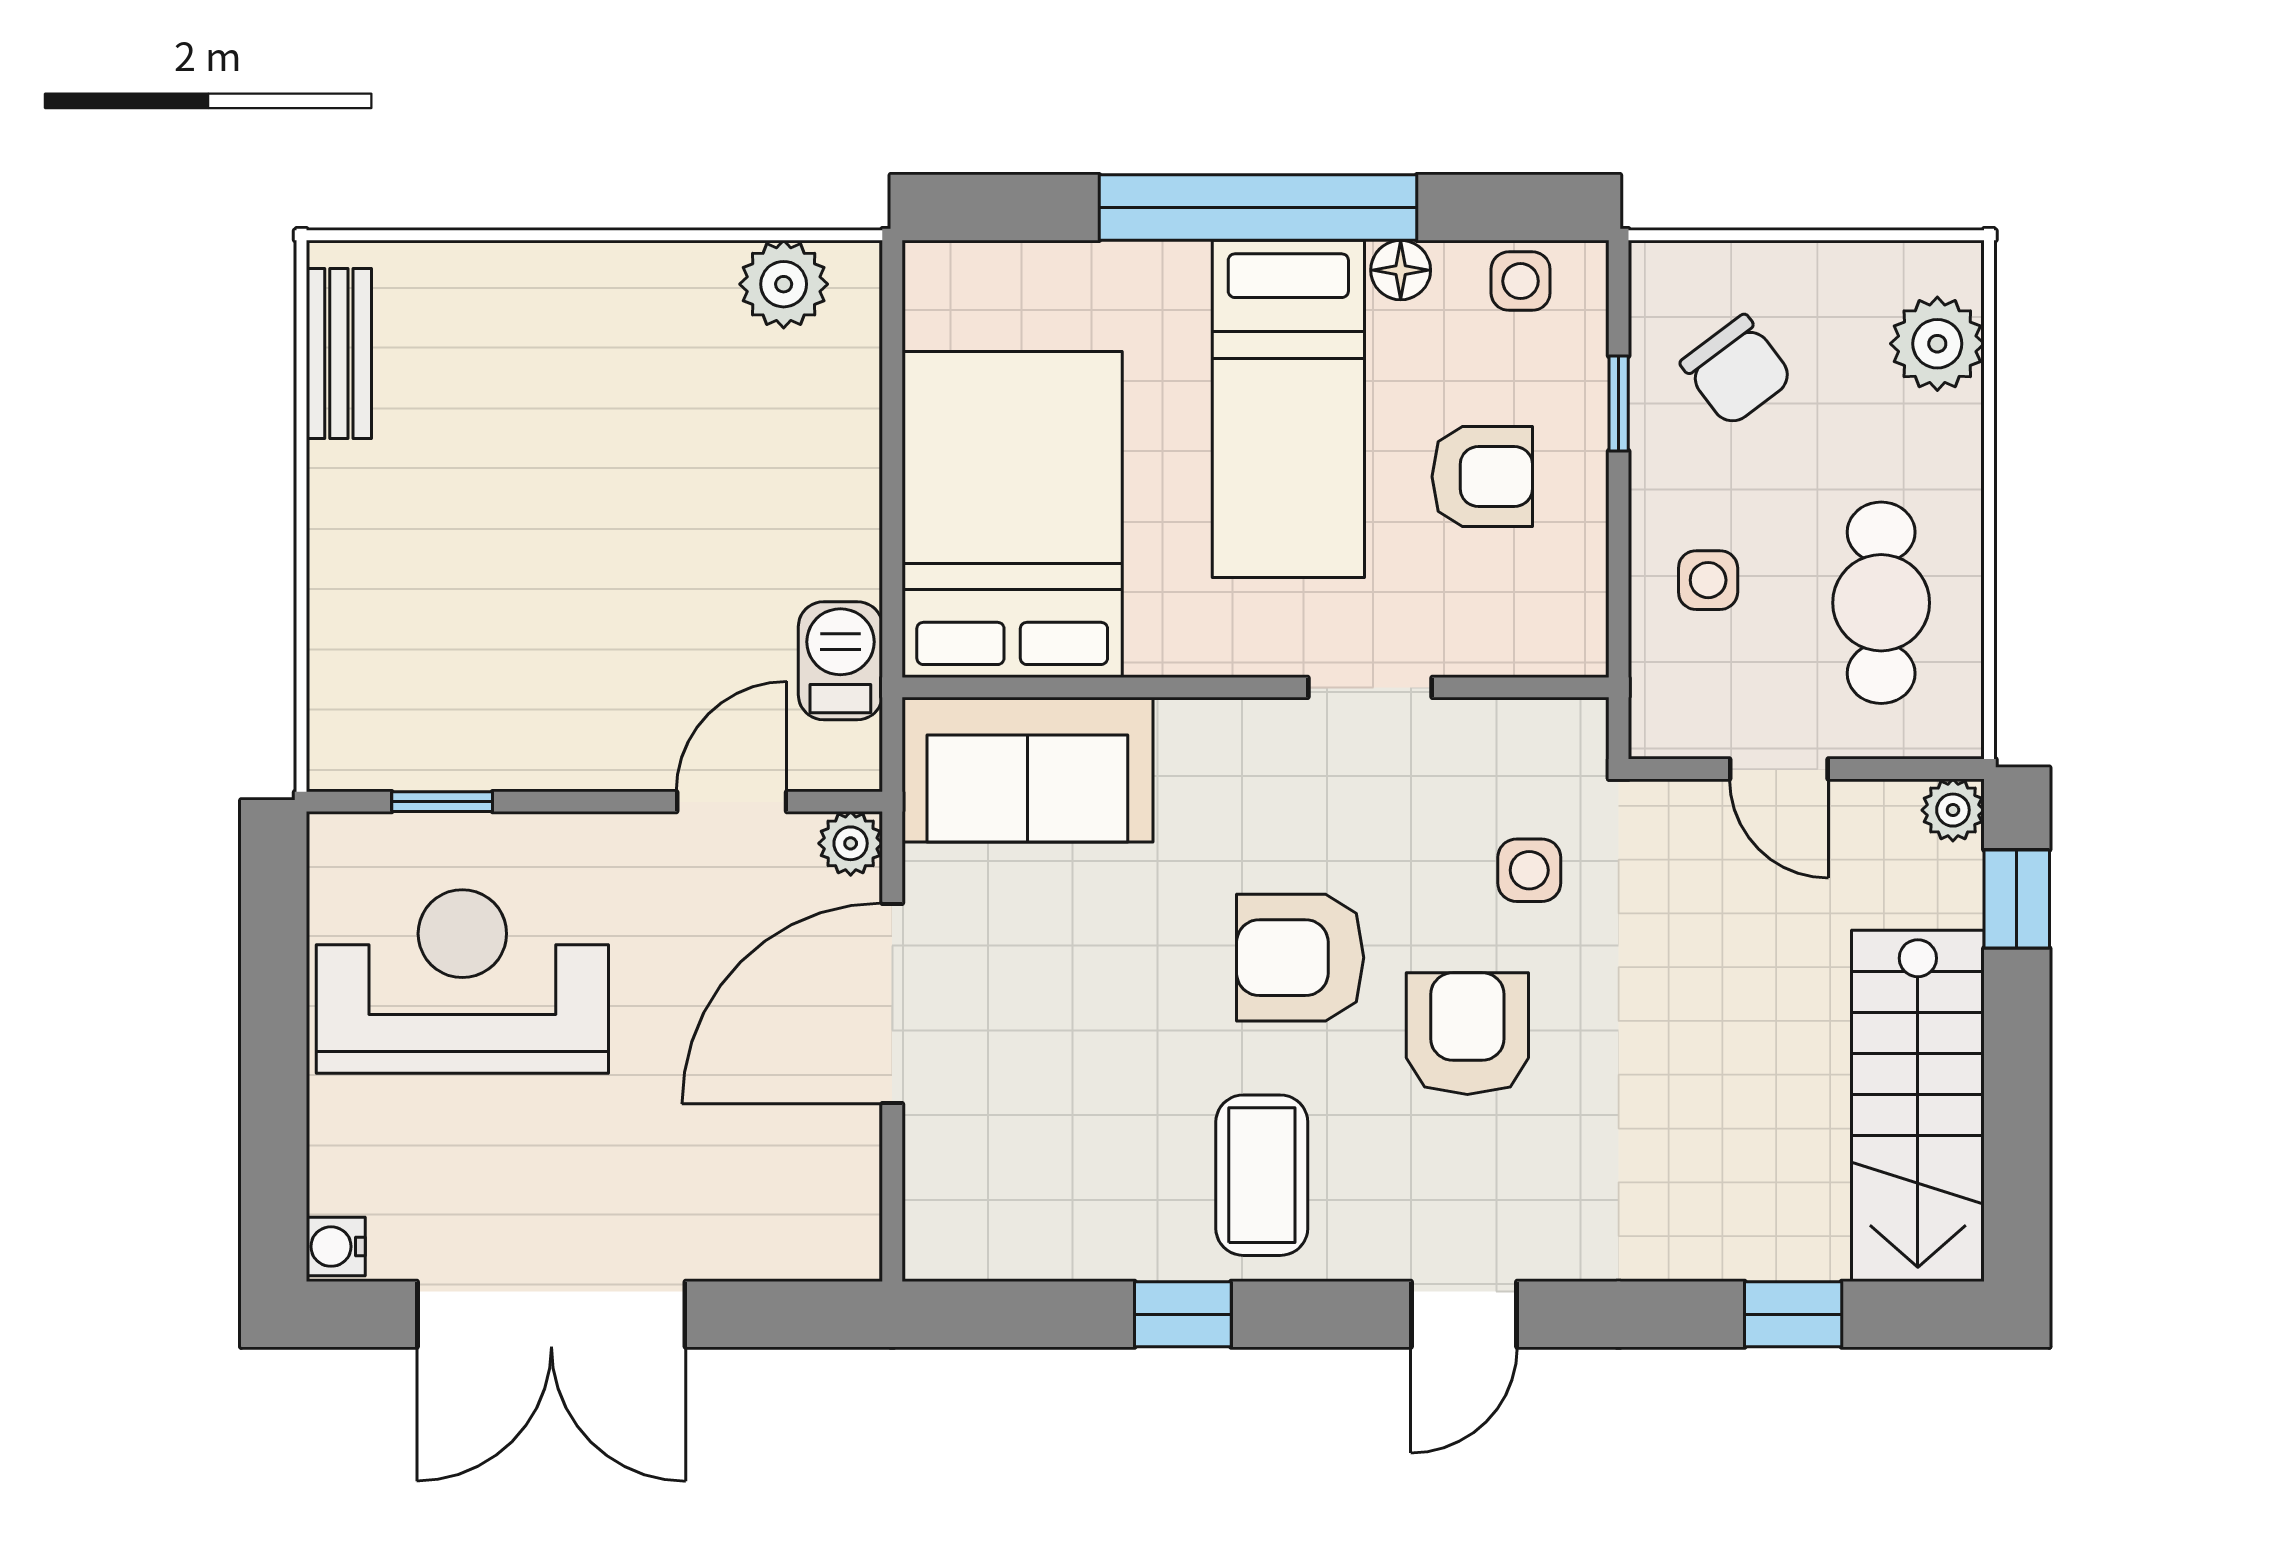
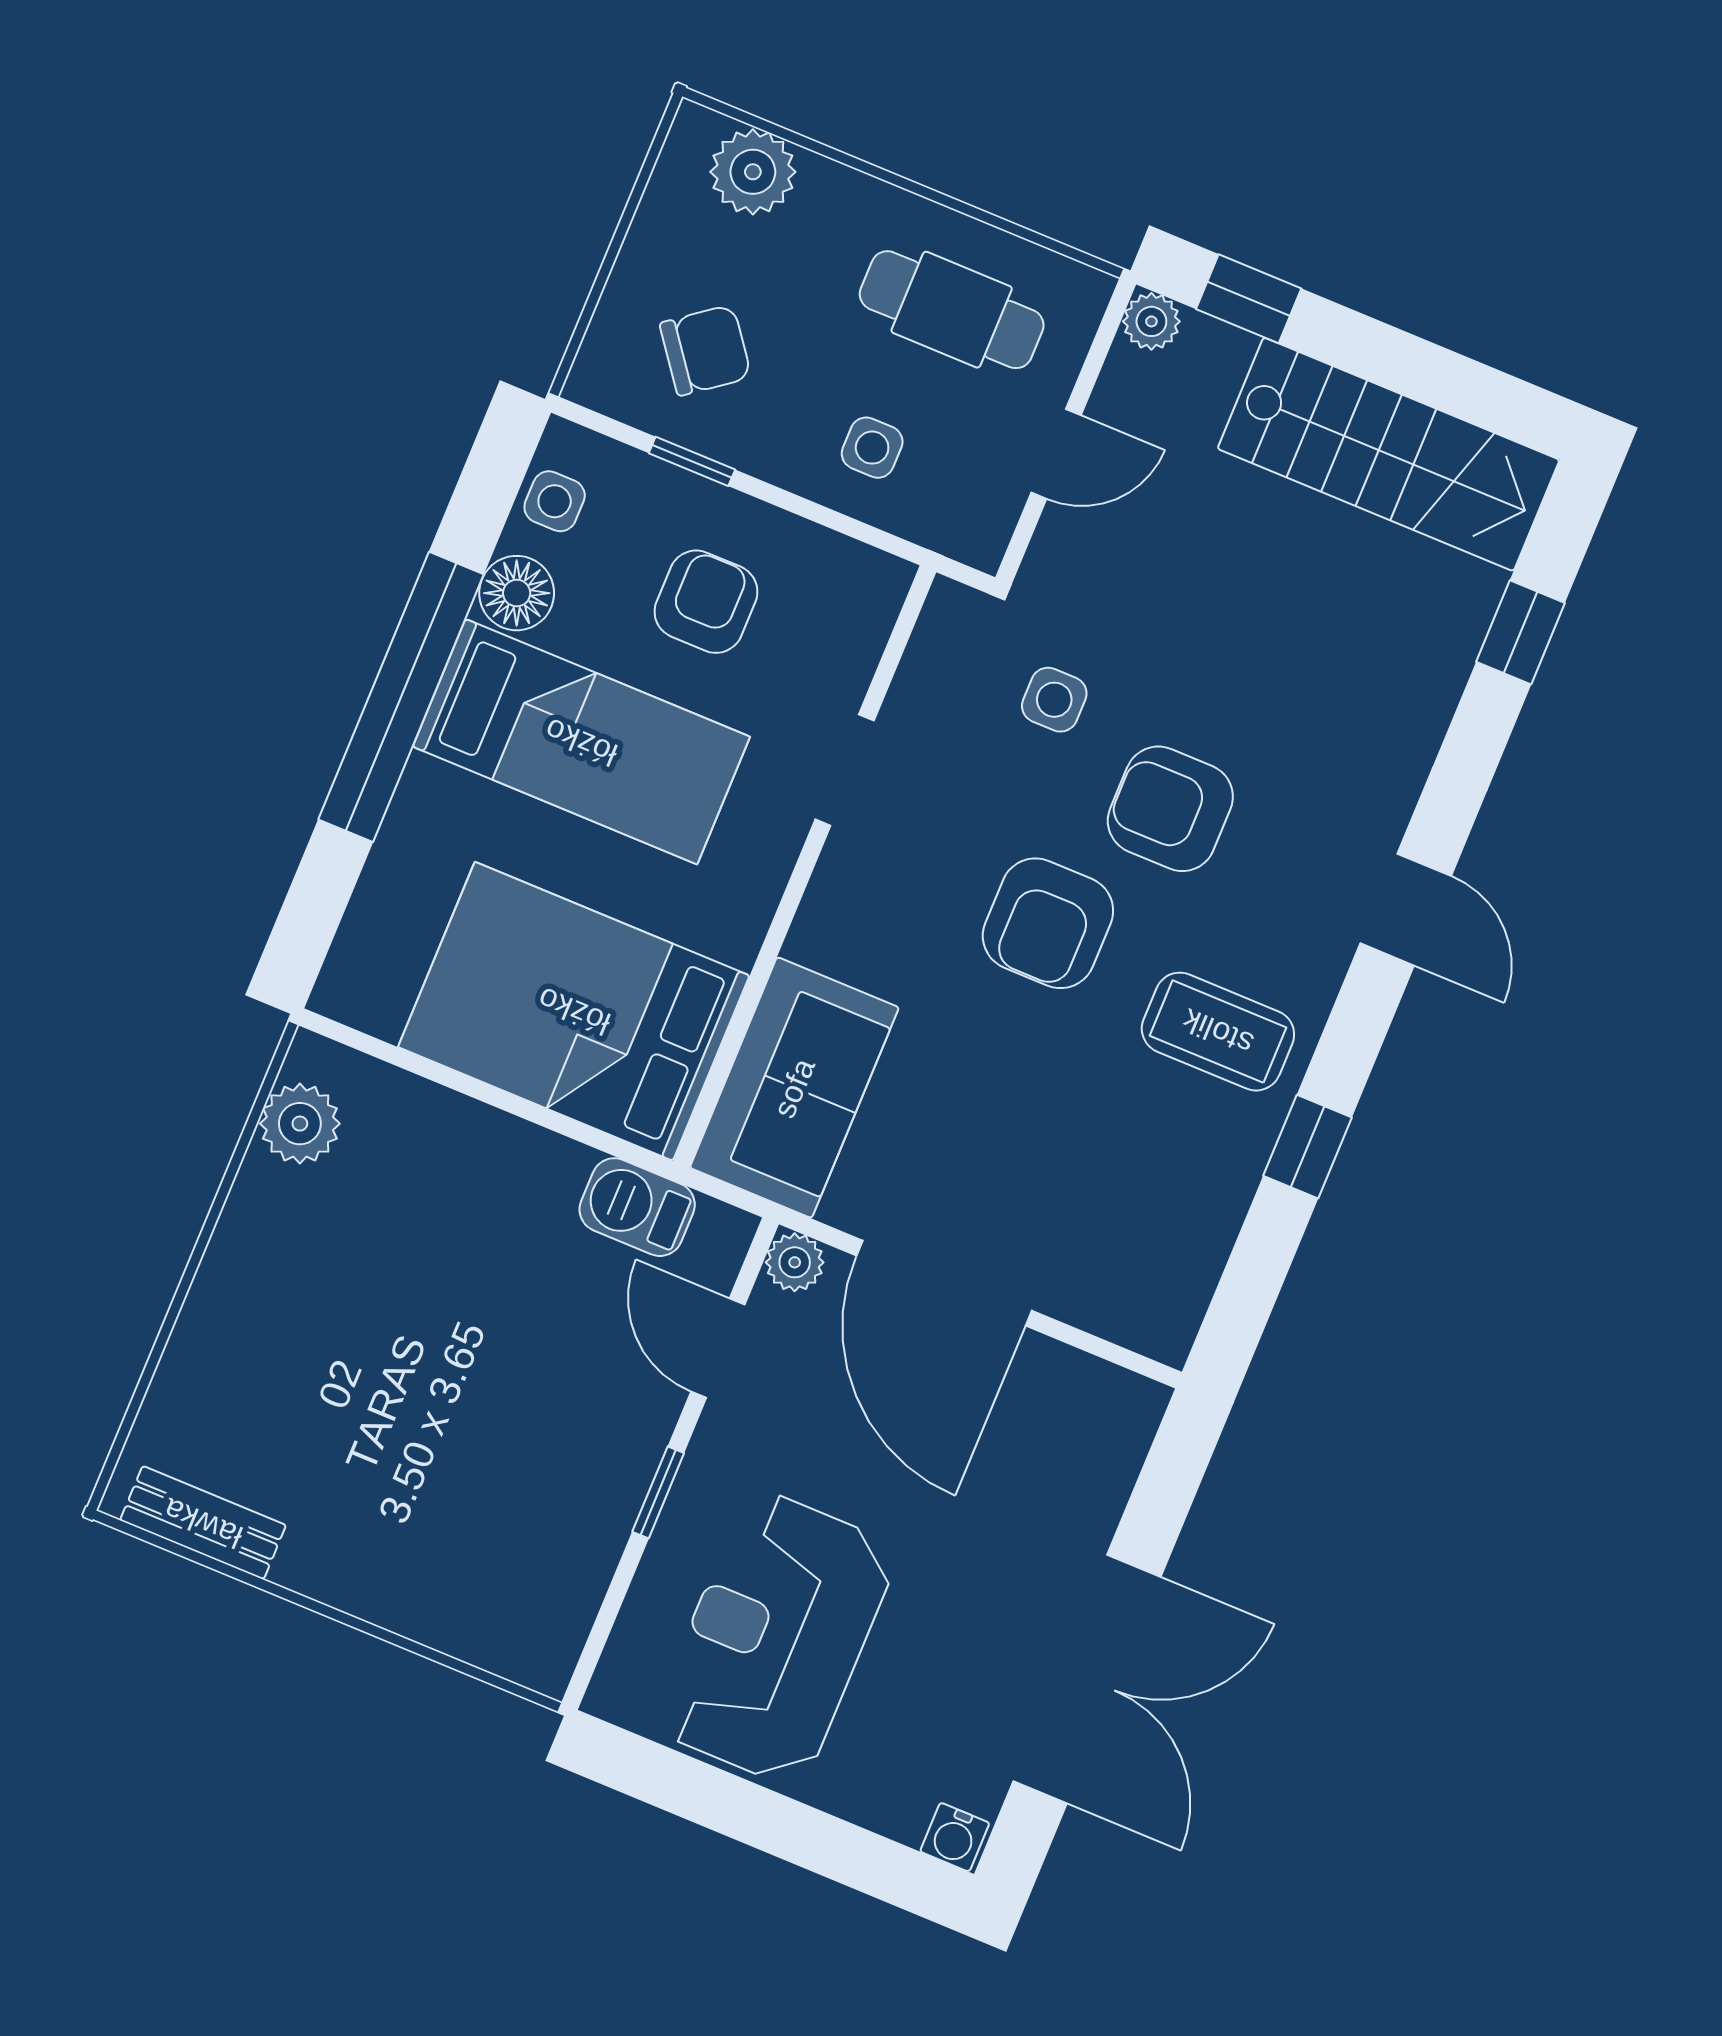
floor lamp: (1401, 270) -> (517, 593), width x1.37, depth x1.37
window: (442, 802) -> (658, 1492), moved

